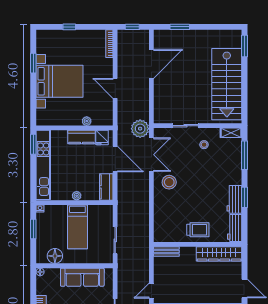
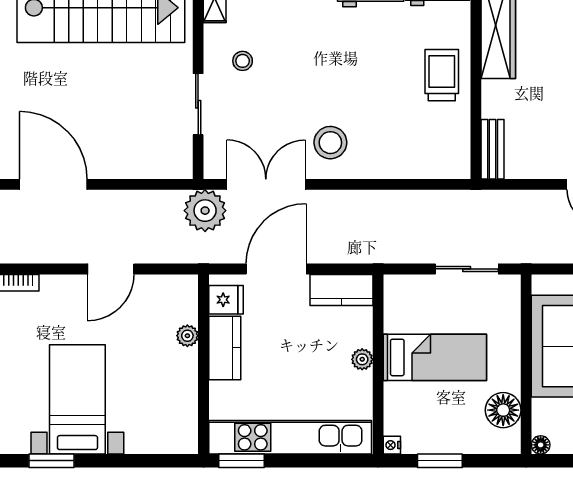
bed with nightstands: (60, 81) -> (77, 399), width x0.73

